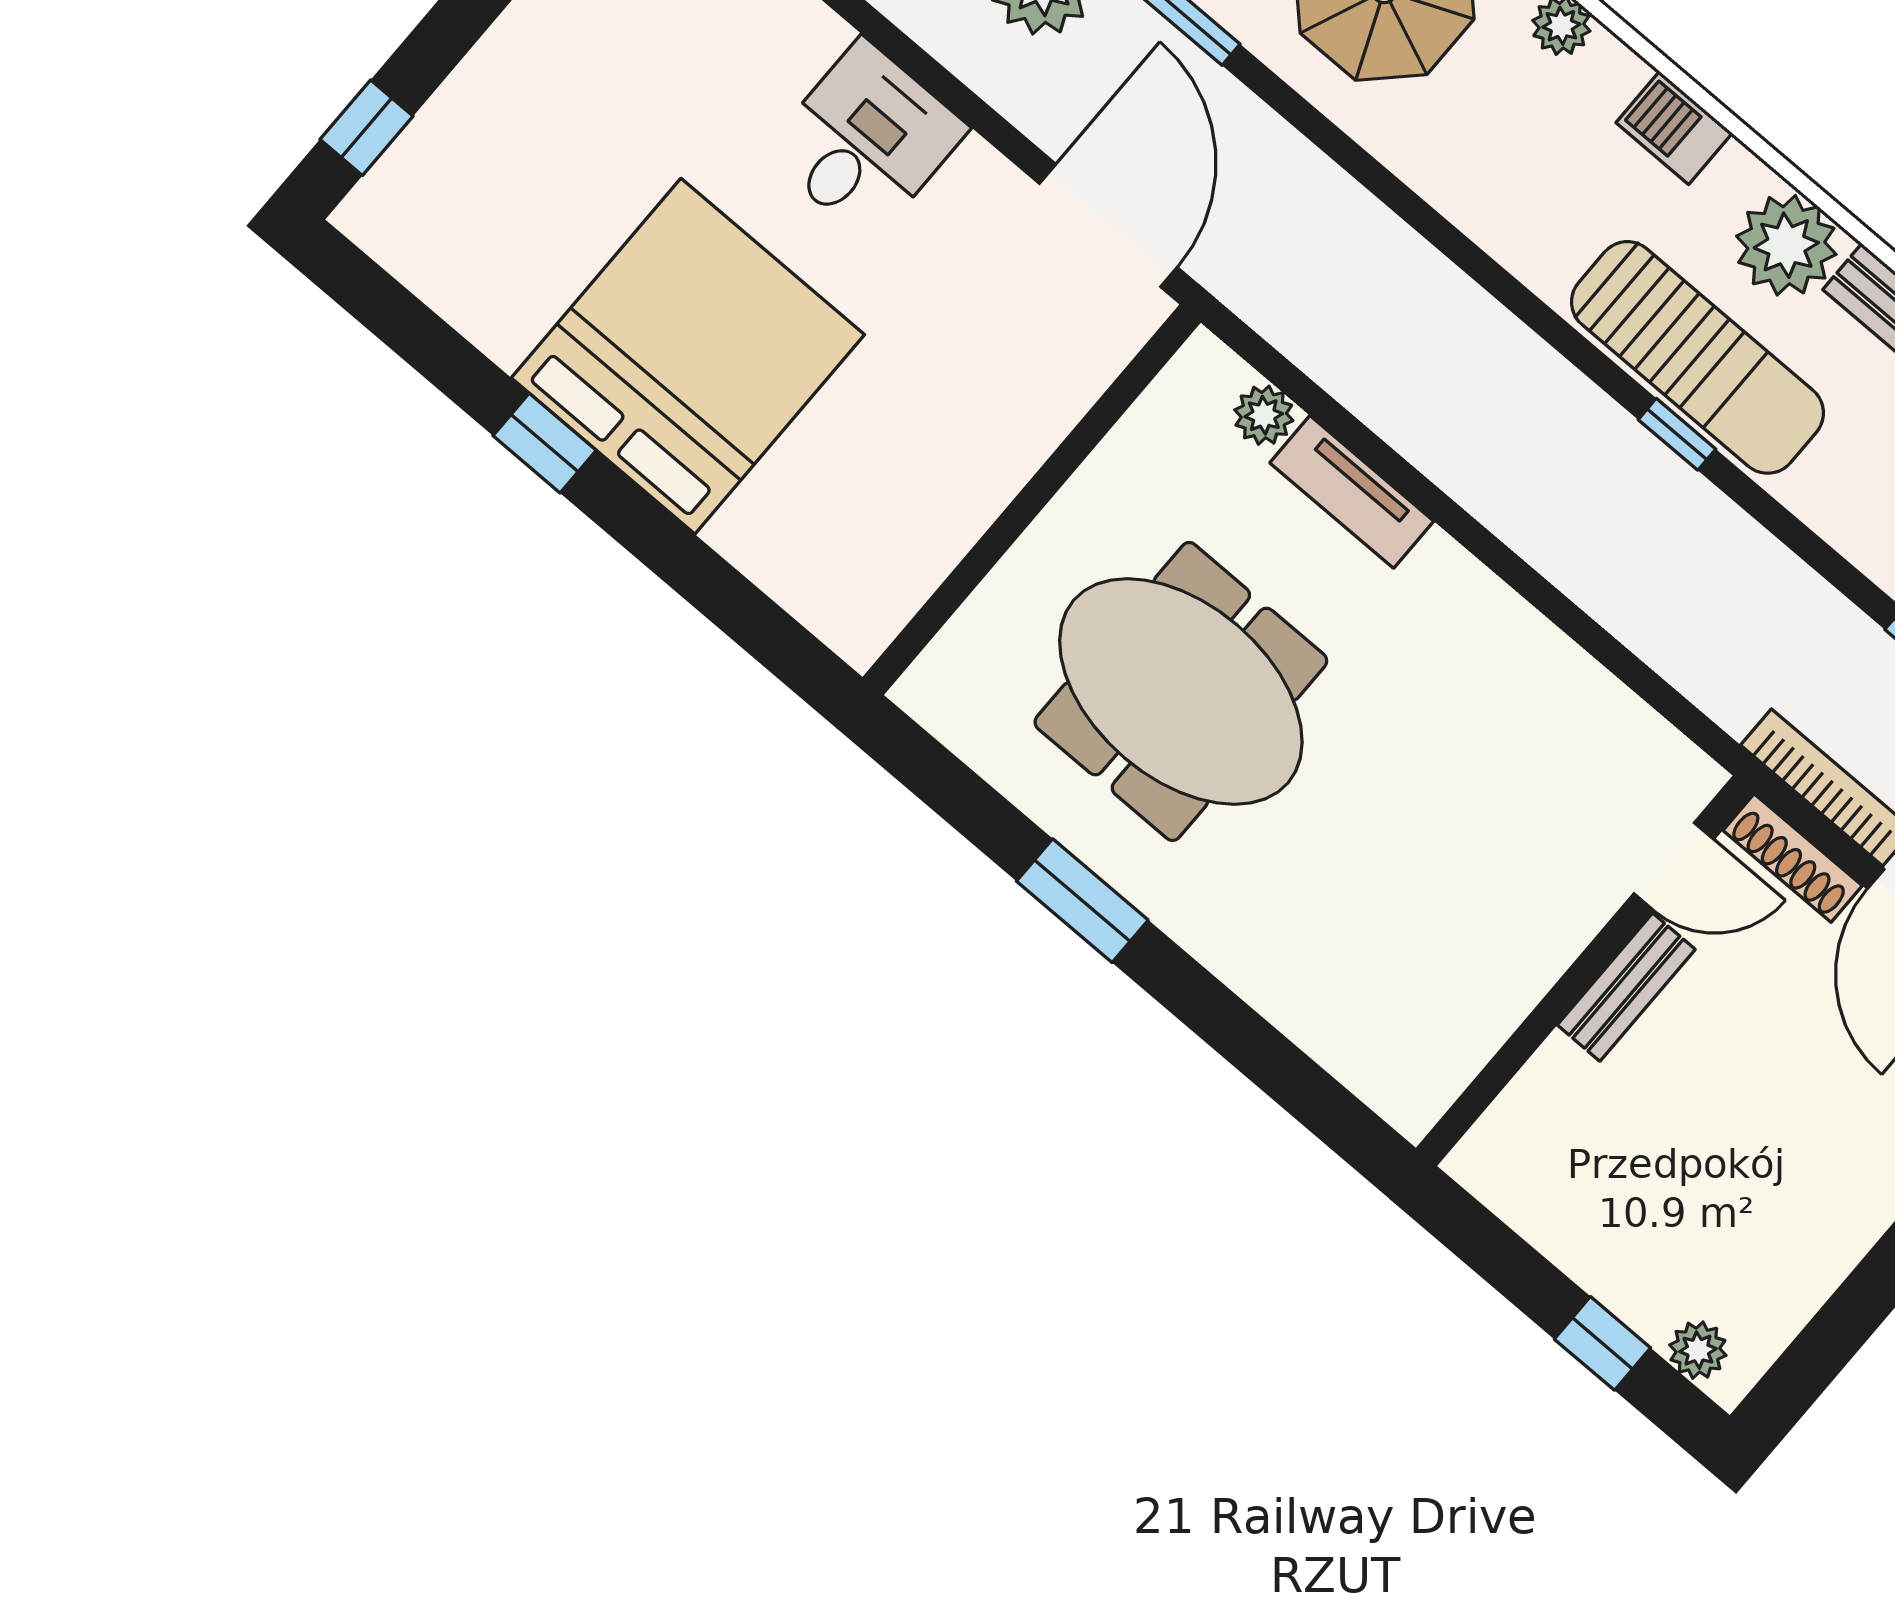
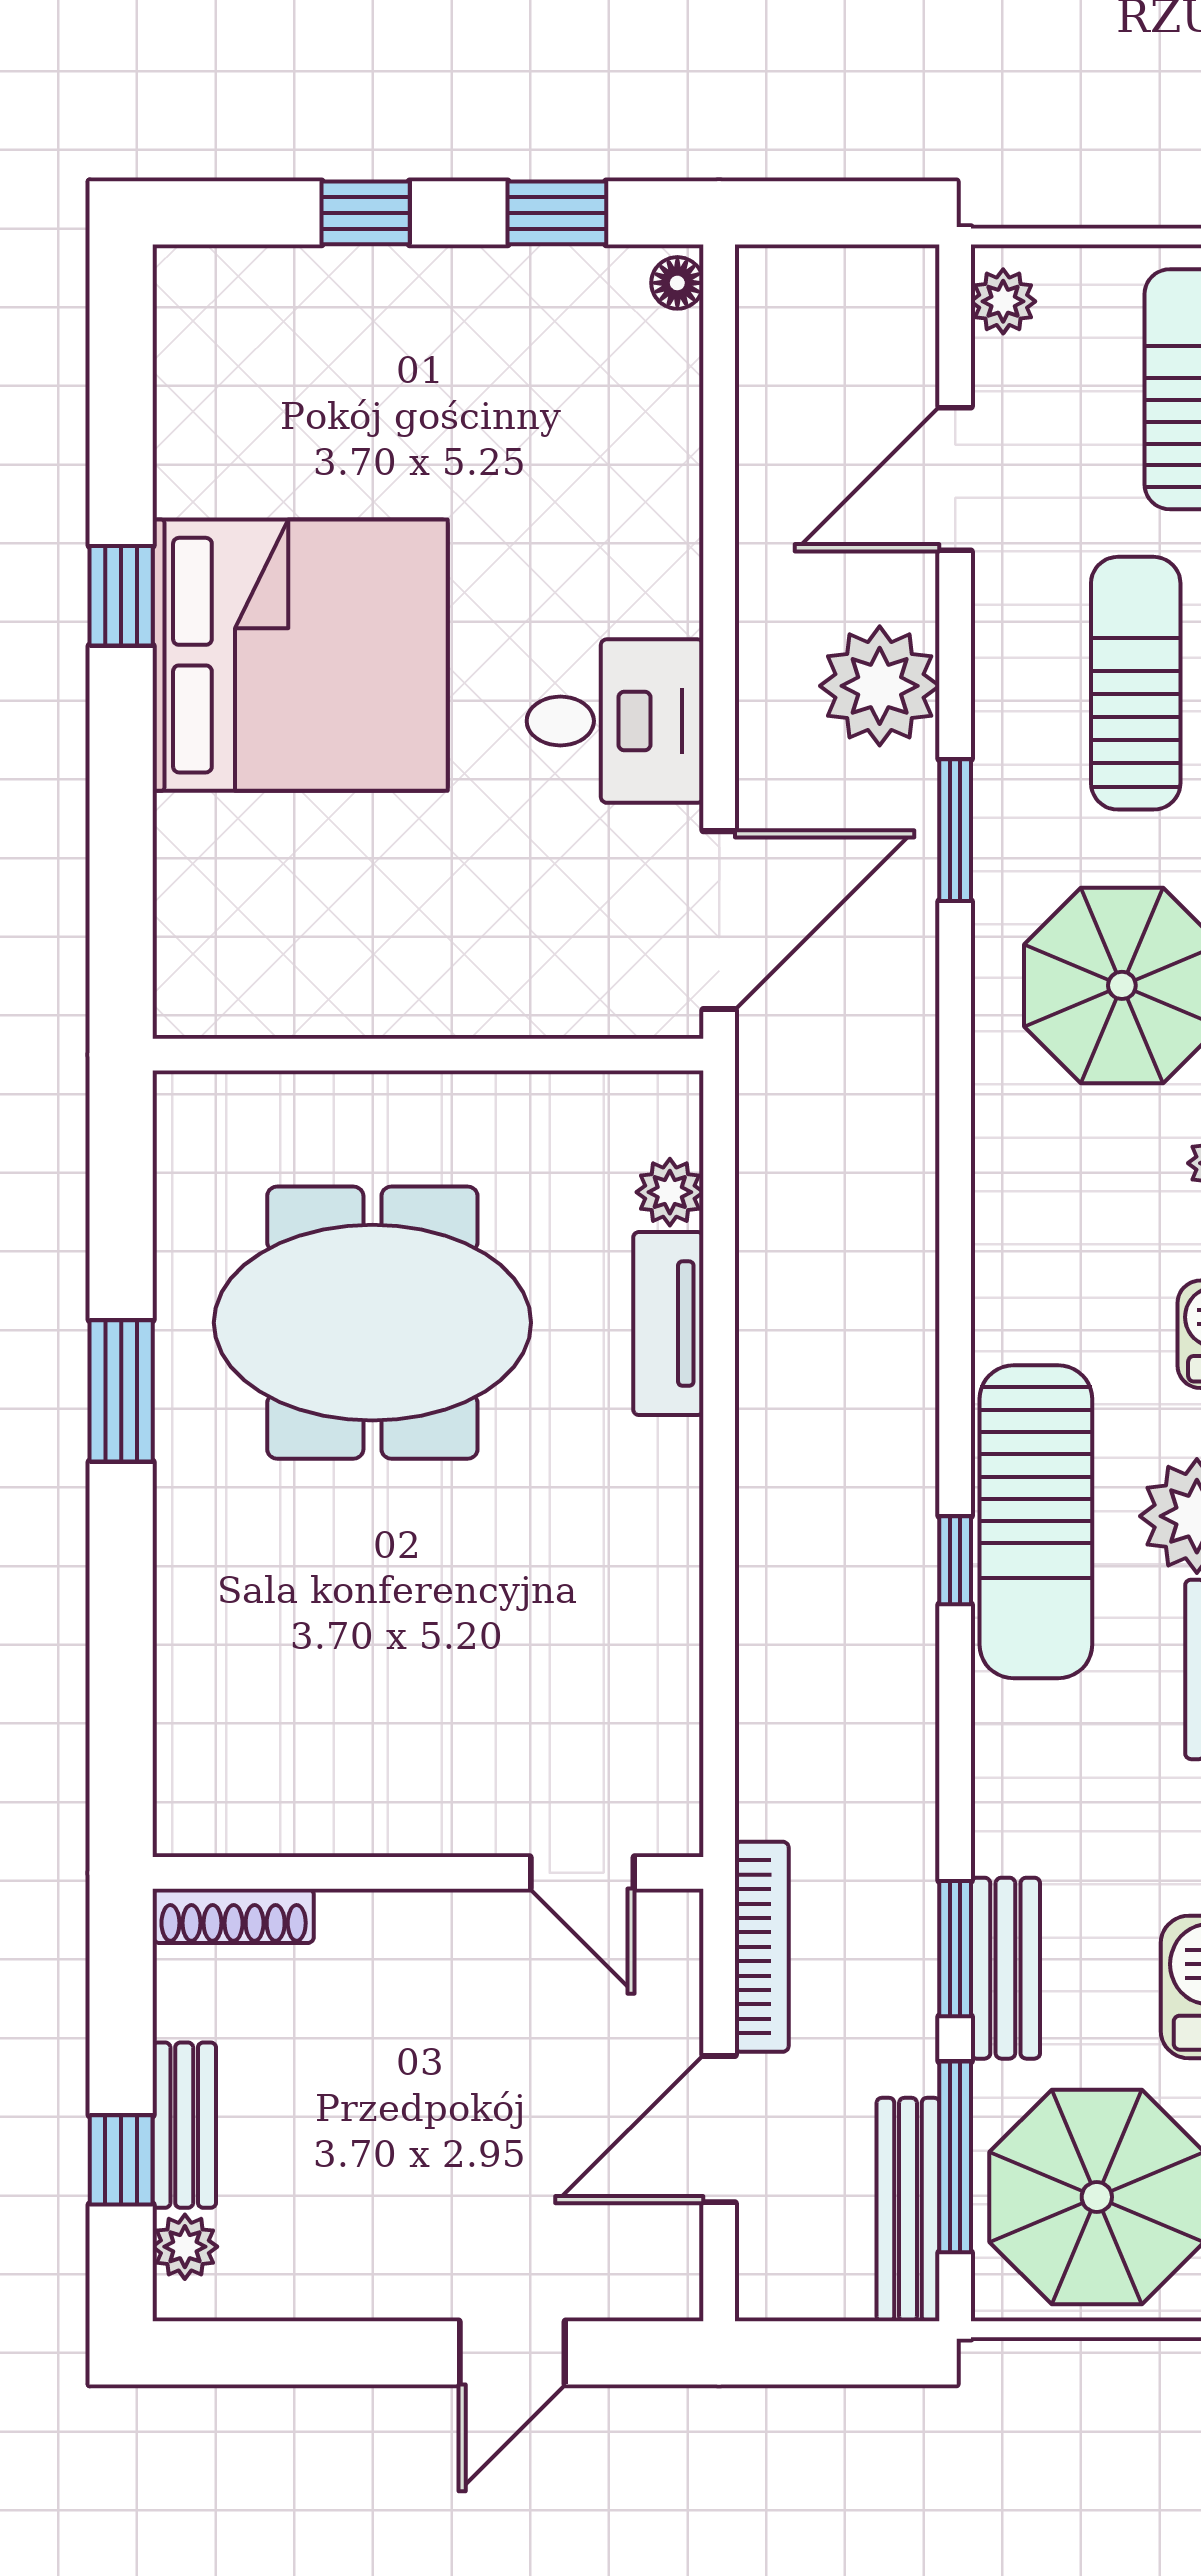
window: (366, 128) -> (366, 213), moved
desk: (866, 140) -> (615, 721), moved
meeting table: (1181, 691) -> (372, 1323), turned 90
shoe rack: (1793, 858) -> (234, 1916), moved, turned -90
bench: (1626, 987) -> (184, 2125), moved, turned 90

